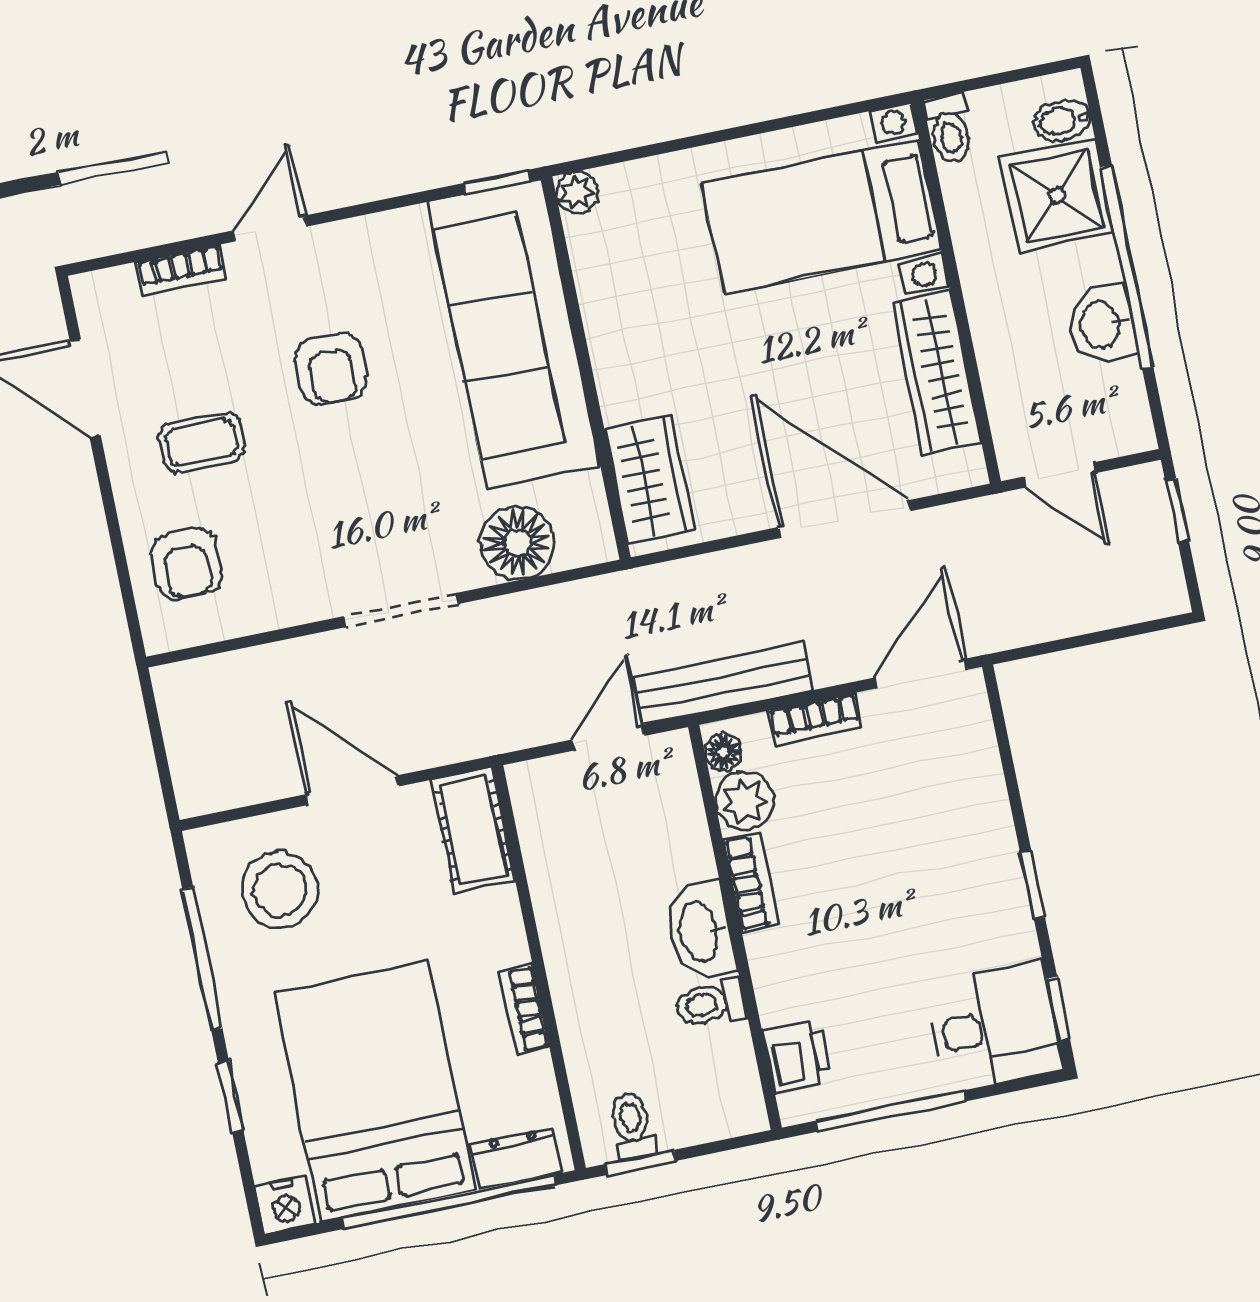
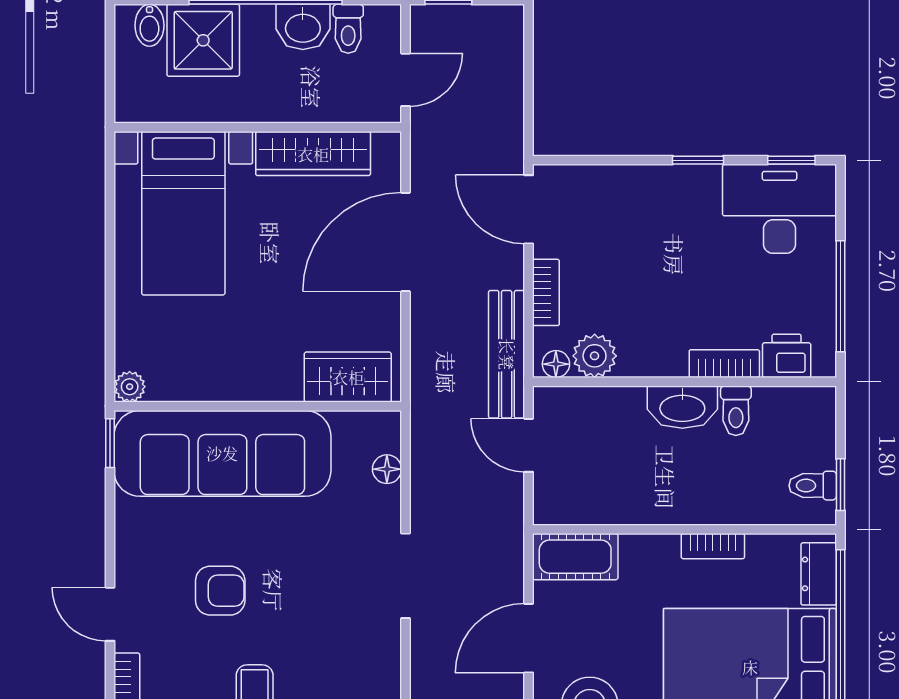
toilet: (949, 129) -> (348, 29), moved, turned 90
floor lamp: (517, 543) -> (387, 469), width x0.53, depth x0.53
bookcase: (751, 883) -> (724, 364), moved
desk: (994, 1027) -> (779, 209), width x1.37

